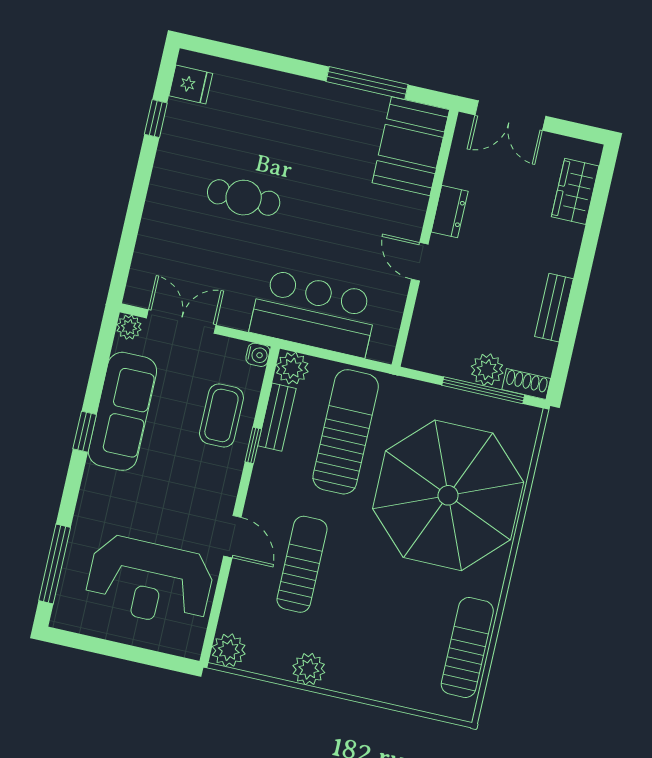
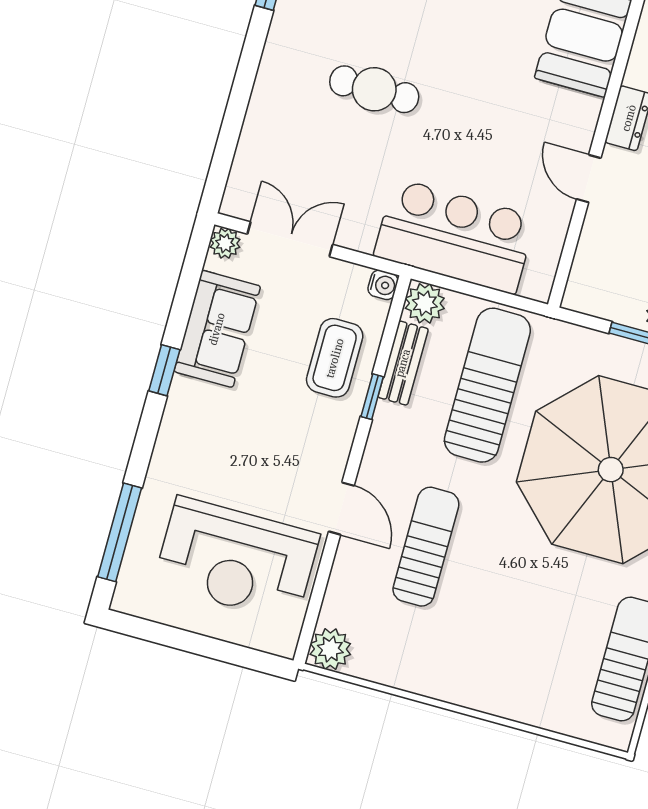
sofa: (122, 411) -> (217, 329), width x0.73
plant: (309, 669) -> (428, 677), removed

